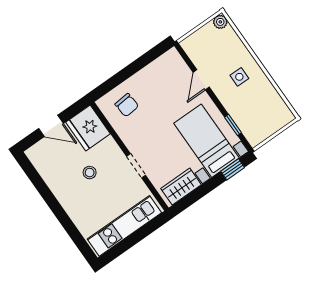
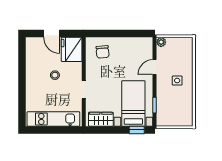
plant: (220, 22) -> (161, 42), moved

